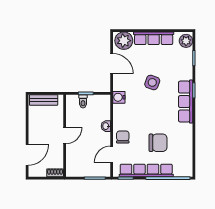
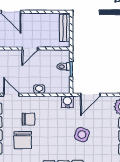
door: (112, 64) -> (90, 95), moved
door: (65, 136) -> (30, 48), hinge flipped
chair: (123, 137) -> (28, 119), moved

